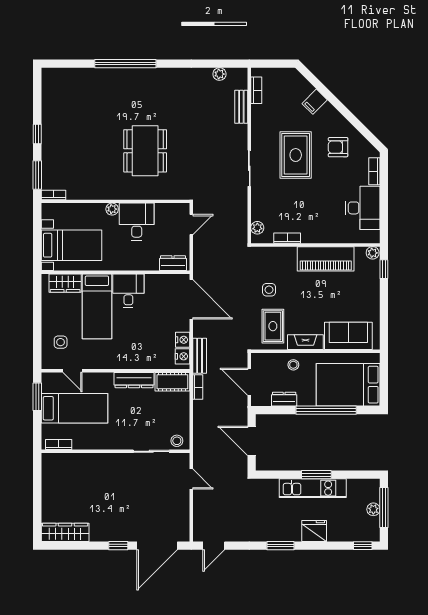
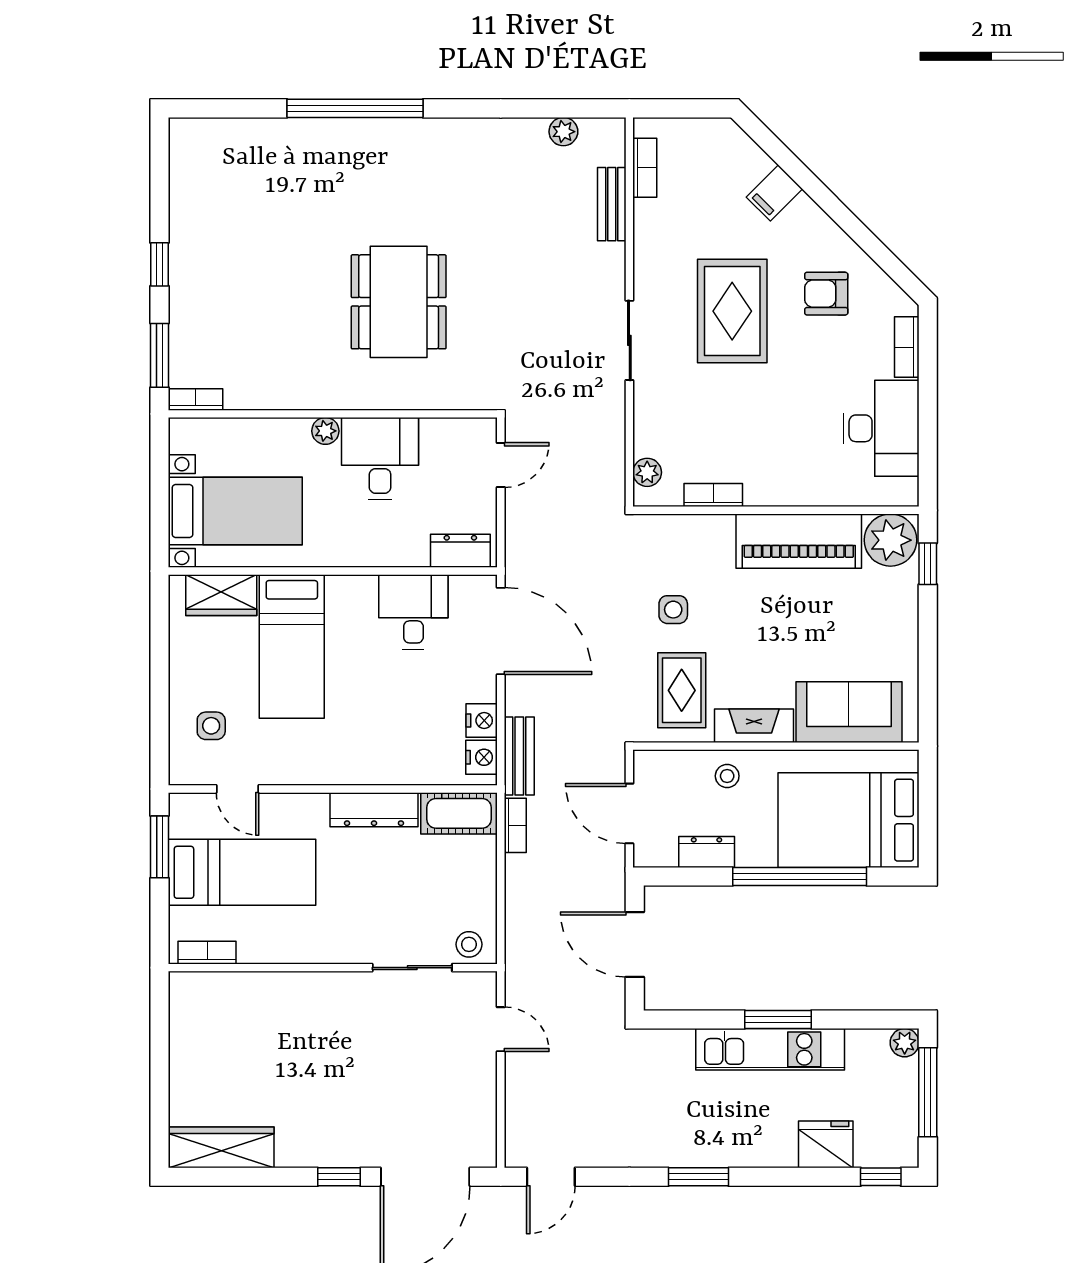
plant: (373, 253) -> (890, 540), width x1.88, depth x1.88
desk: (128, 291) -> (413, 612), moved
plant: (373, 509) -> (905, 1043), moved
fridge: (314, 531) -> (826, 1144), moved

